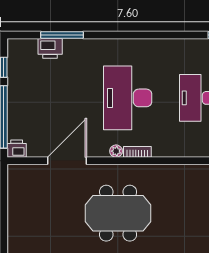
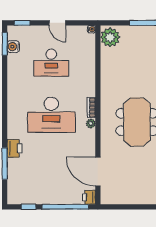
printer: (50, 48) -> (15, 148), moved
door: (67, 161) -> (98, 172), moved

